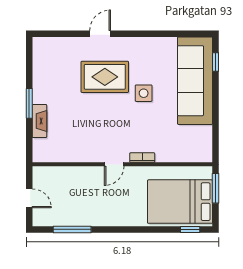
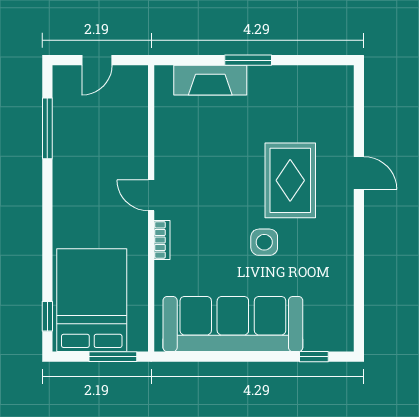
sofa: (195, 81) -> (233, 324), moved
fireplace: (39, 121) -> (210, 80), width x1.37, depth x1.32

